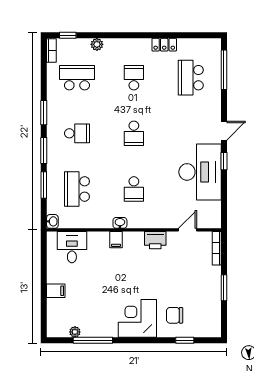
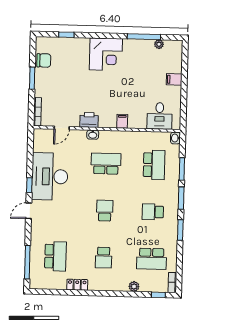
school desk: (134, 189) -> (106, 164), width x1.85
washbasin: (120, 223) -> (93, 135), moved
chair: (175, 315) -> (44, 60), moved

